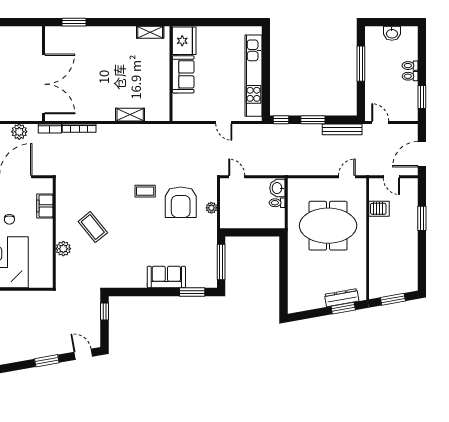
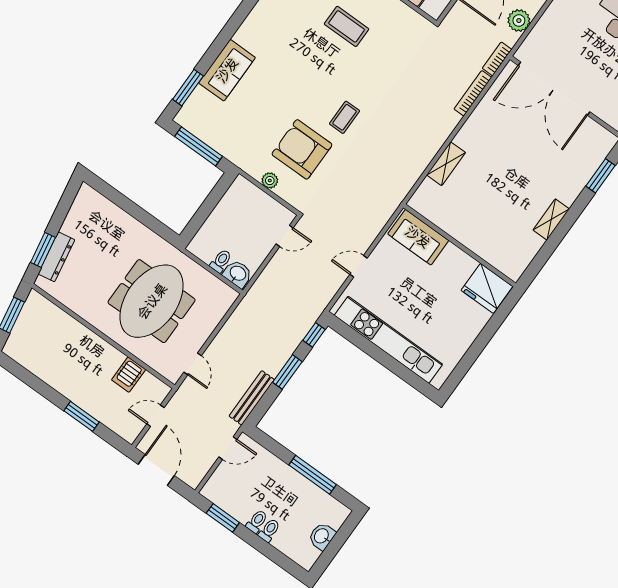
shelving: (150, 32) -> (551, 219), moved
sofa: (183, 74) -> (418, 237), moved
coffee table: (93, 227) -> (347, 26), turned 39

